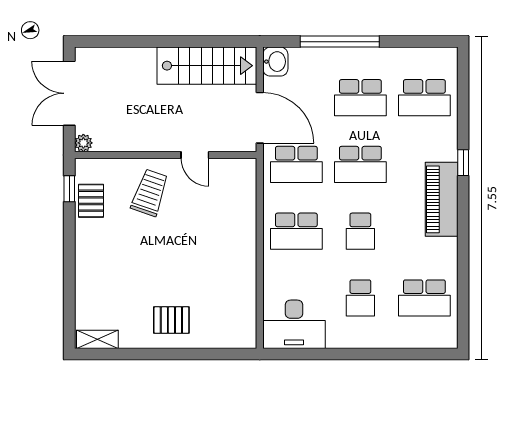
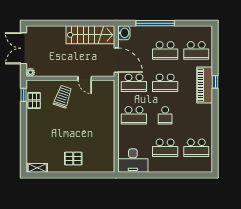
piano: (442, 199) -> (205, 85), moved
school desk: (360, 298) -> (165, 148), width x1.85

